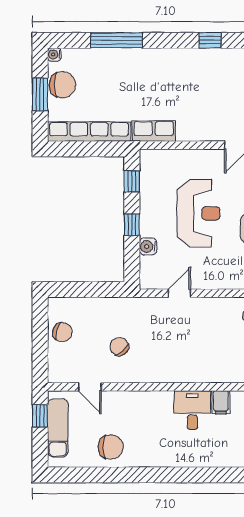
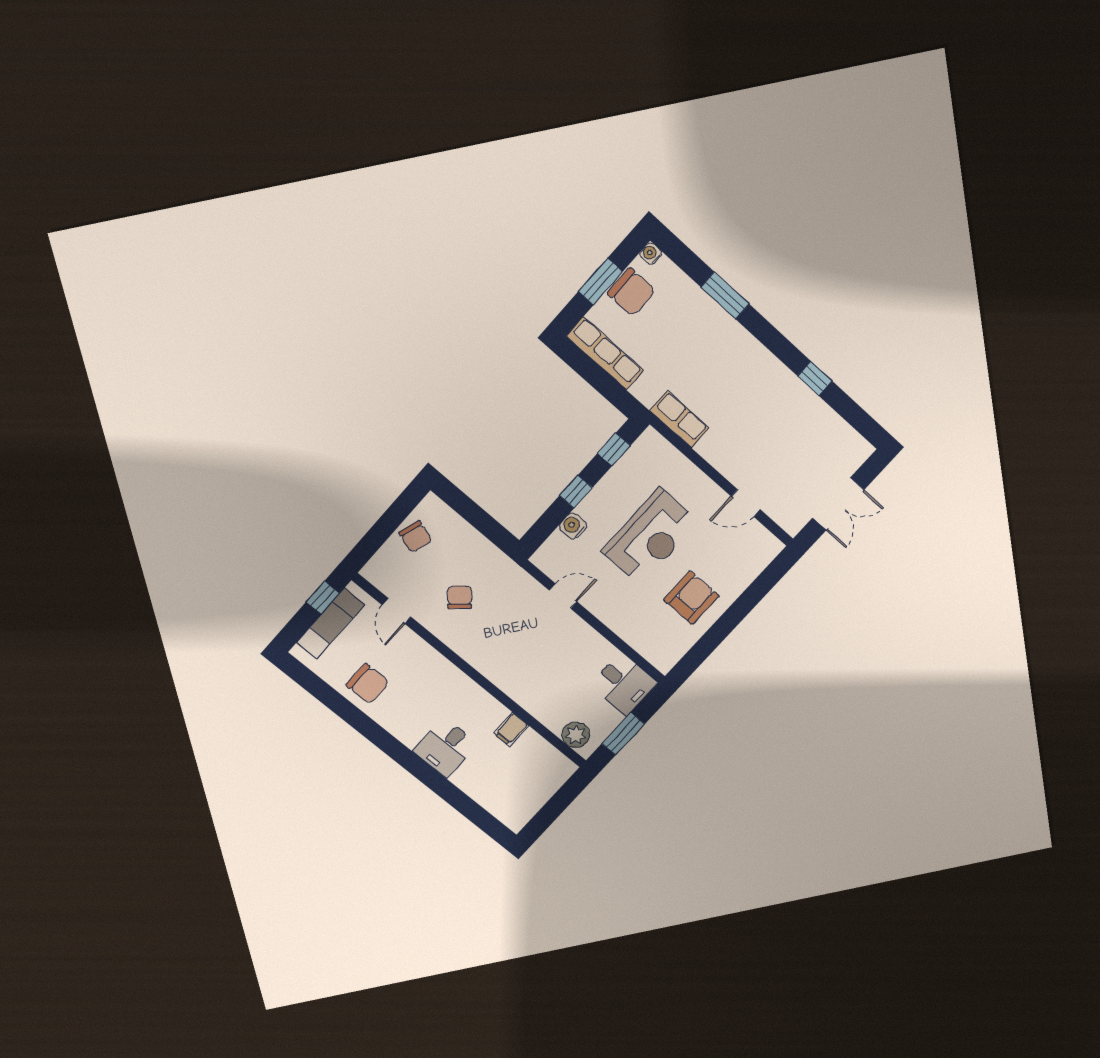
window: (116, 40) -> (725, 296), width x0.69
row of seats: (89, 132) -> (605, 353), width x0.73
desk: (192, 410) -> (445, 747), moved, turned 180

